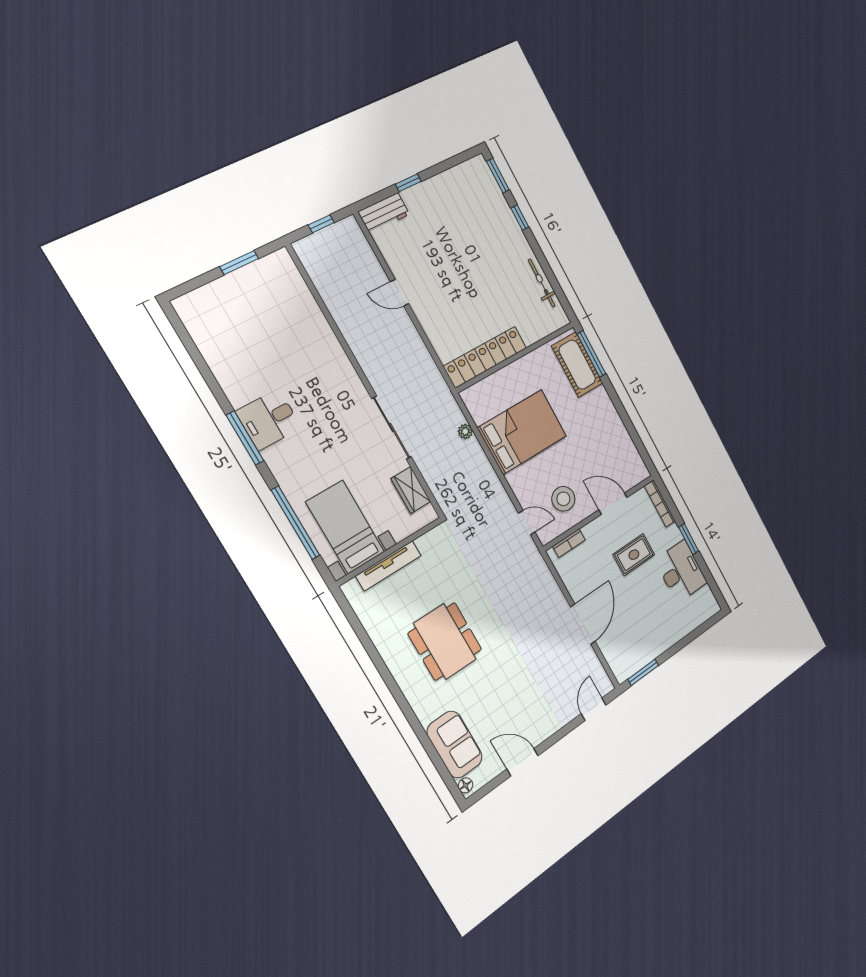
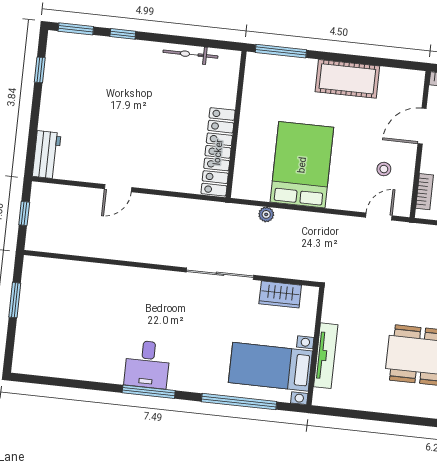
window: (408, 183) -> (40, 70), moved
cot: (577, 365) -> (347, 79), moved
stool: (563, 499) -> (384, 169), width x0.53, depth x0.53

